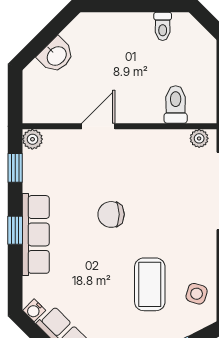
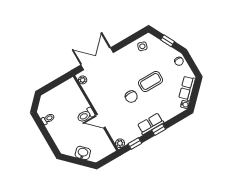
toilet: (176, 104) -> (86, 115), moved
row of seats: (36, 234) -> (151, 124), width x0.68
coffee table: (150, 284) -> (151, 81), moved

